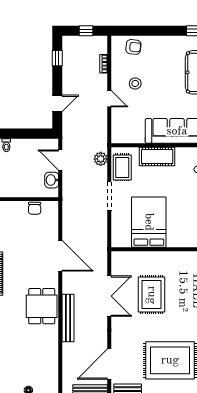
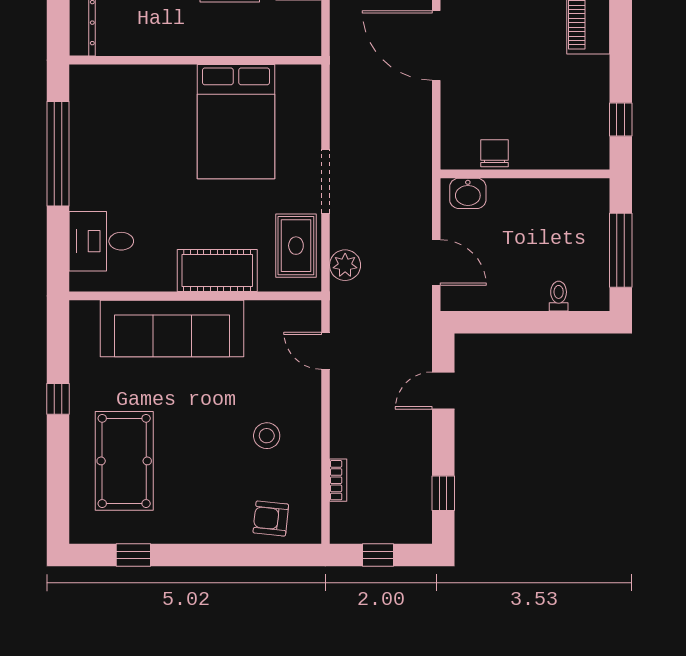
door: (109, 99) -> (325, 351), moved
washbasin: (52, 180) -> (468, 193), moved, turned 90

